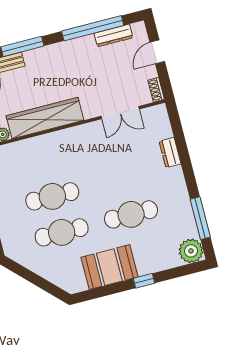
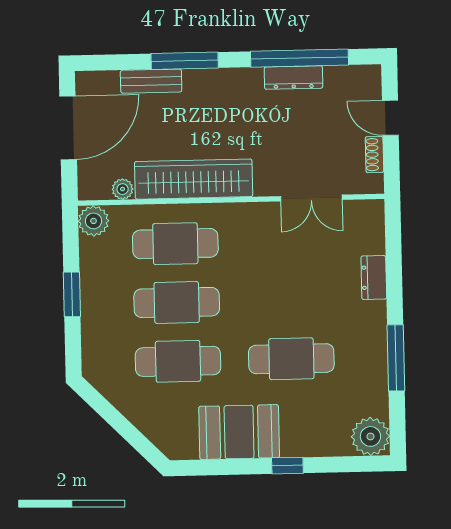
dresser: (113, 35) -> (294, 78), moved
door: (157, 52) -> (390, 118), hinge flipped
shoe rack: (156, 90) -> (374, 155), moved
cafe table: (43, 160) -> (175, 244), added
window: (200, 218) -> (396, 358), moved

